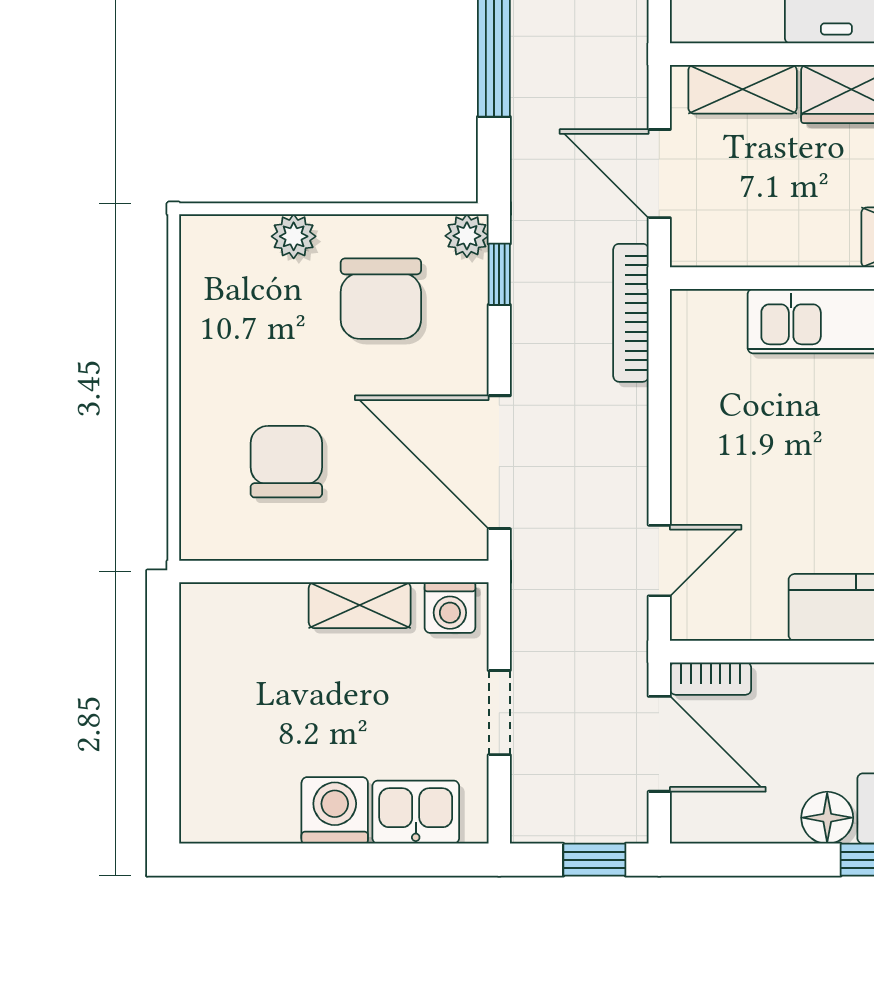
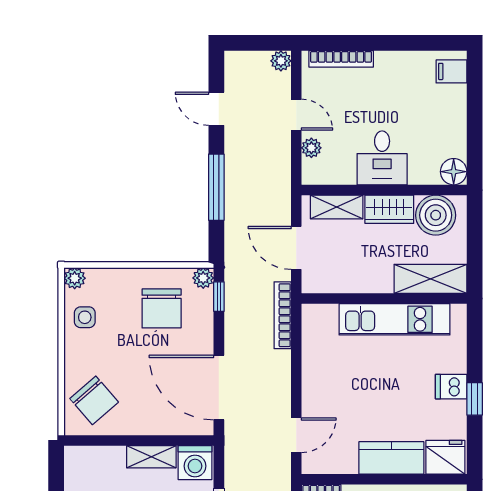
plant: (294, 236) -> (75, 278), moved
side table: (222, 317) -> (85, 317), added
chair: (286, 462) -> (94, 400), moved, turned 139
washing machine: (450, 608) -> (195, 463), width x1.38, depth x1.38

